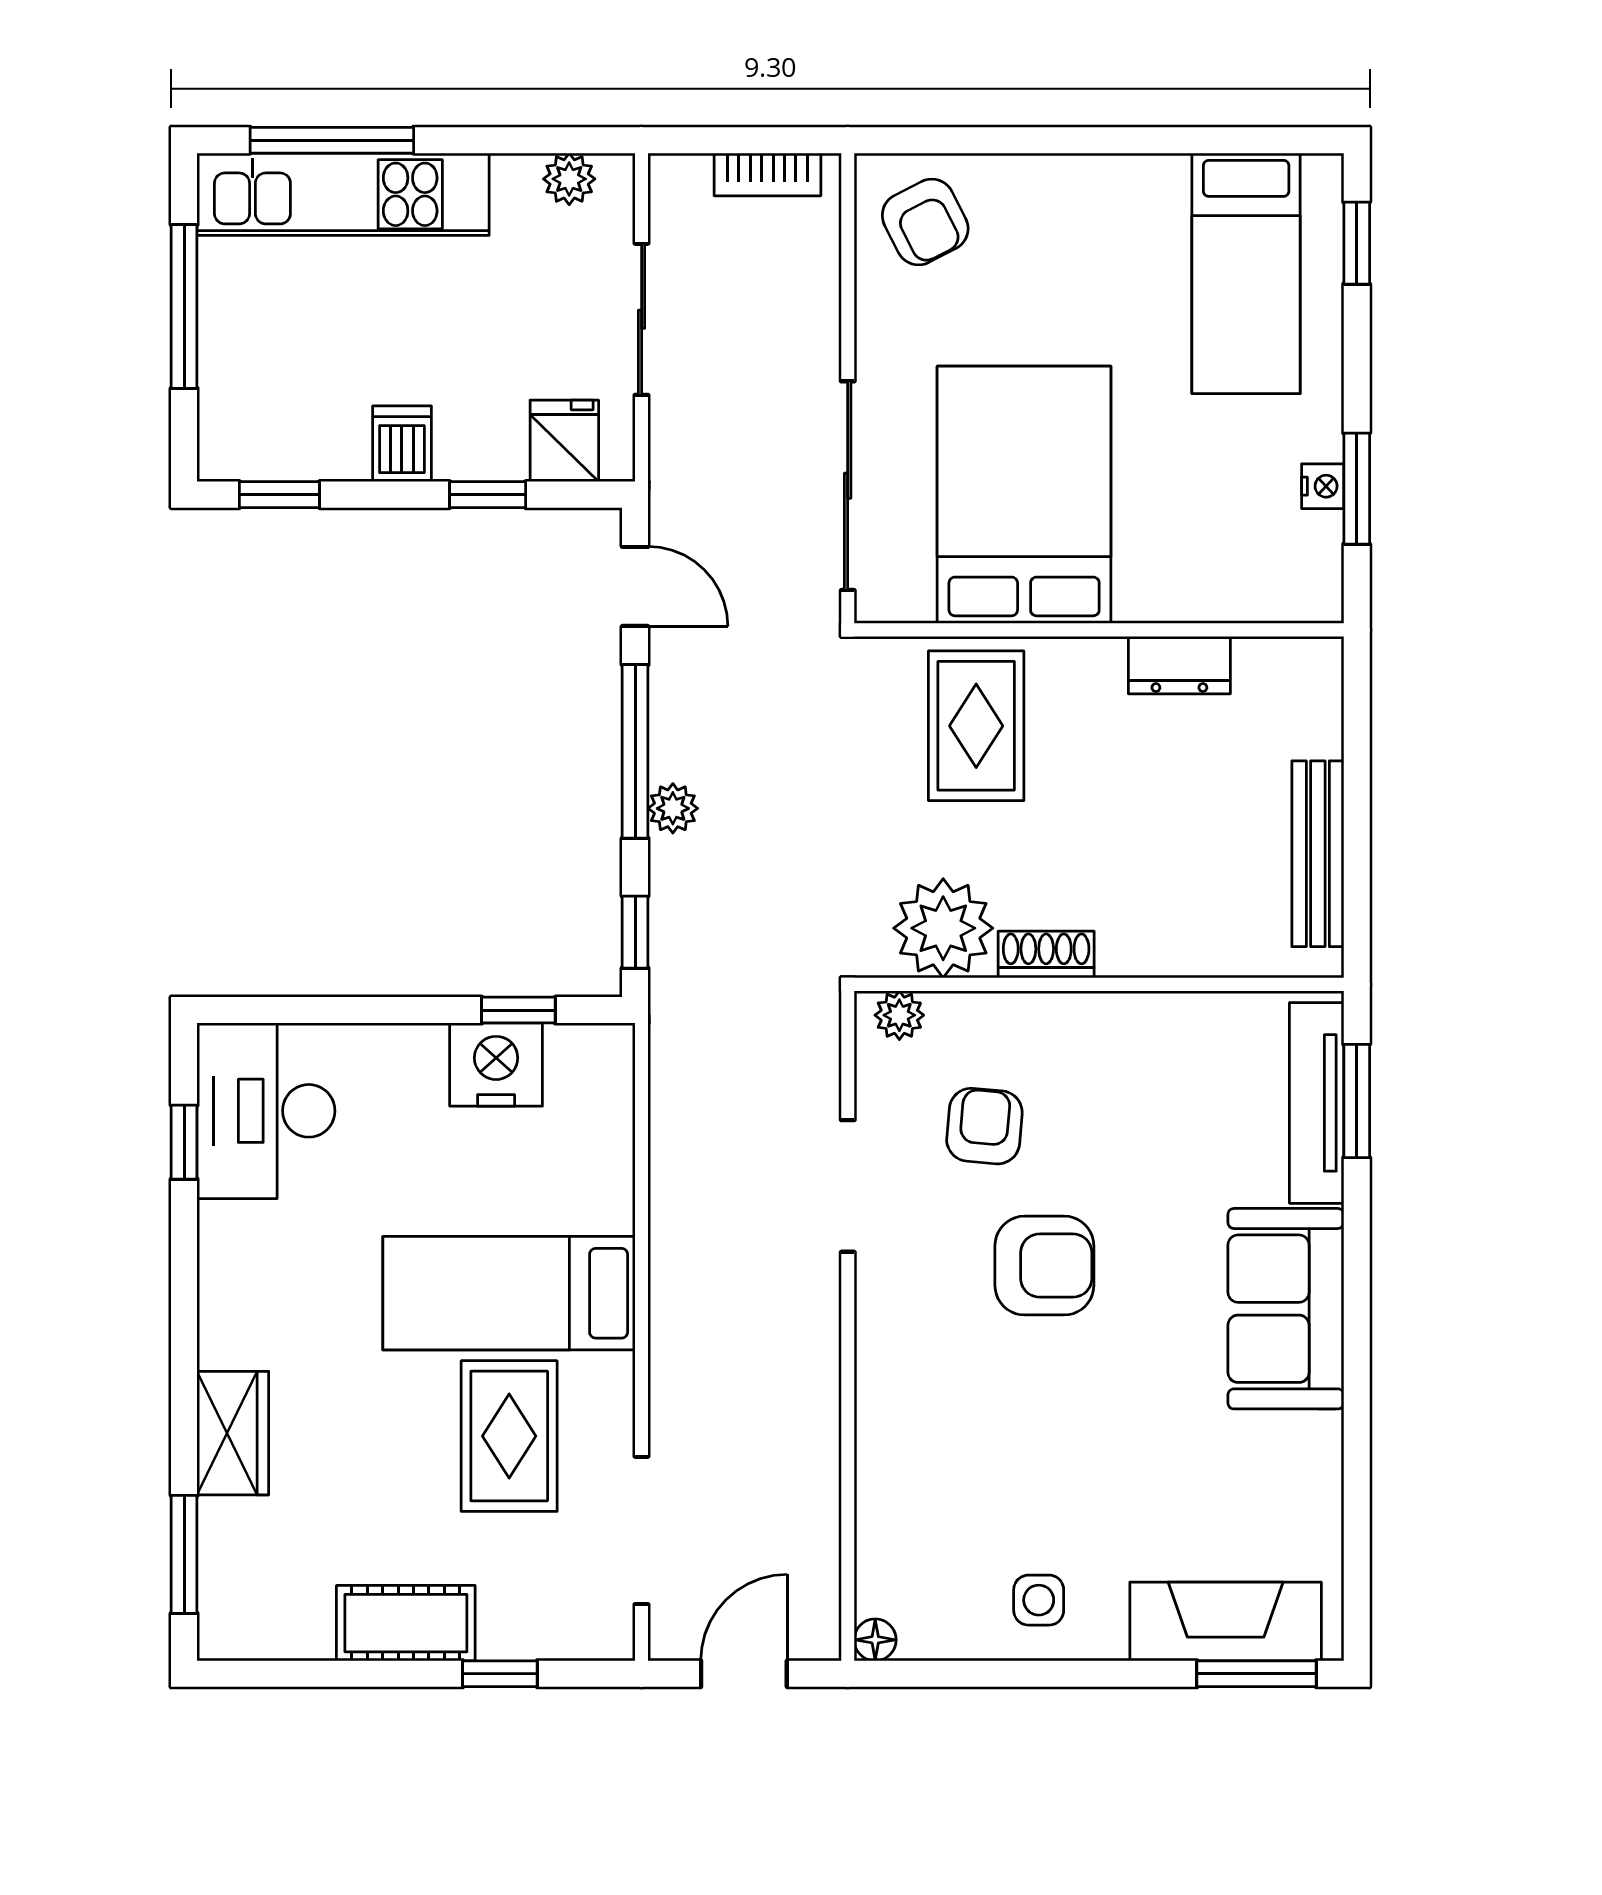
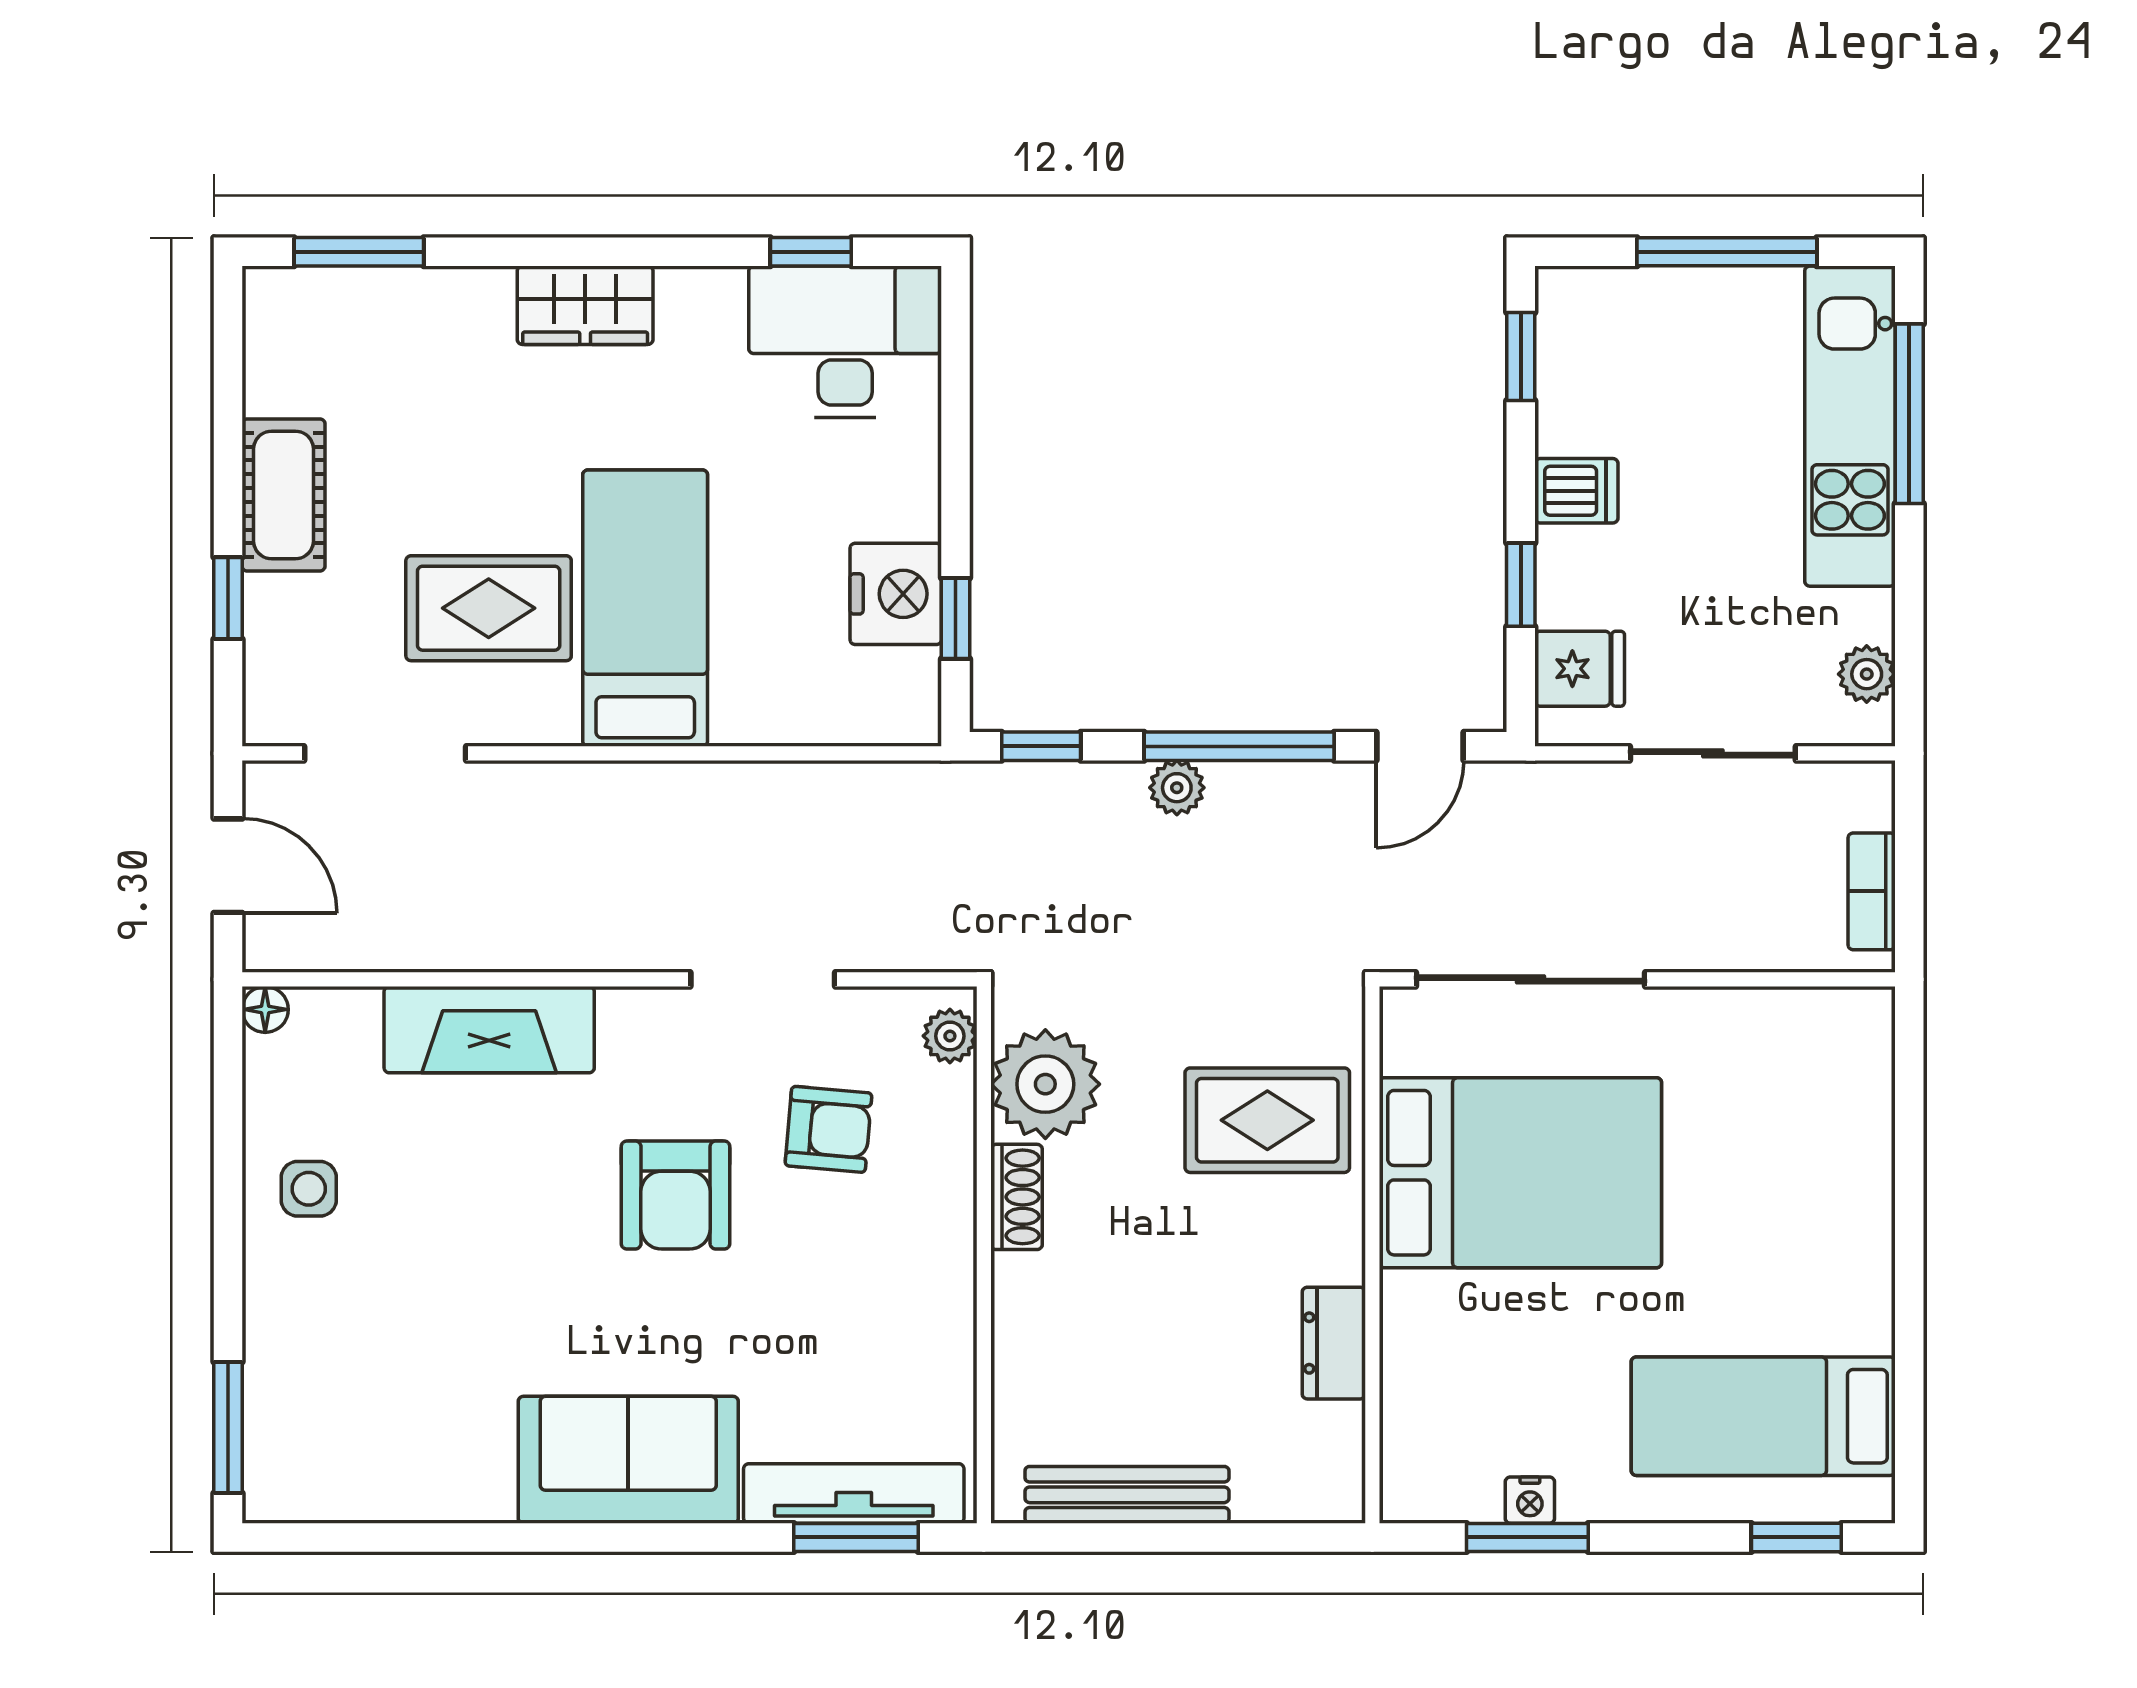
armchair: (925, 222) -> (1820, 1064), removed
wardrobe: (233, 1433) -> (585, 305), moved
fireplace: (1226, 1621) -> (489, 1030), moved, turned 90

